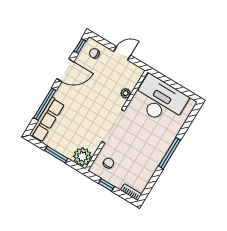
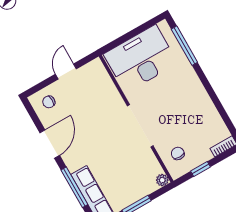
window: (80, 46) -> (32, 113), removed
plant: (126, 93) -> (112, 92), removed
window: (170, 153) -> (184, 46), moved
plant: (82, 157) -> (162, 180), width x0.53, depth x0.53

